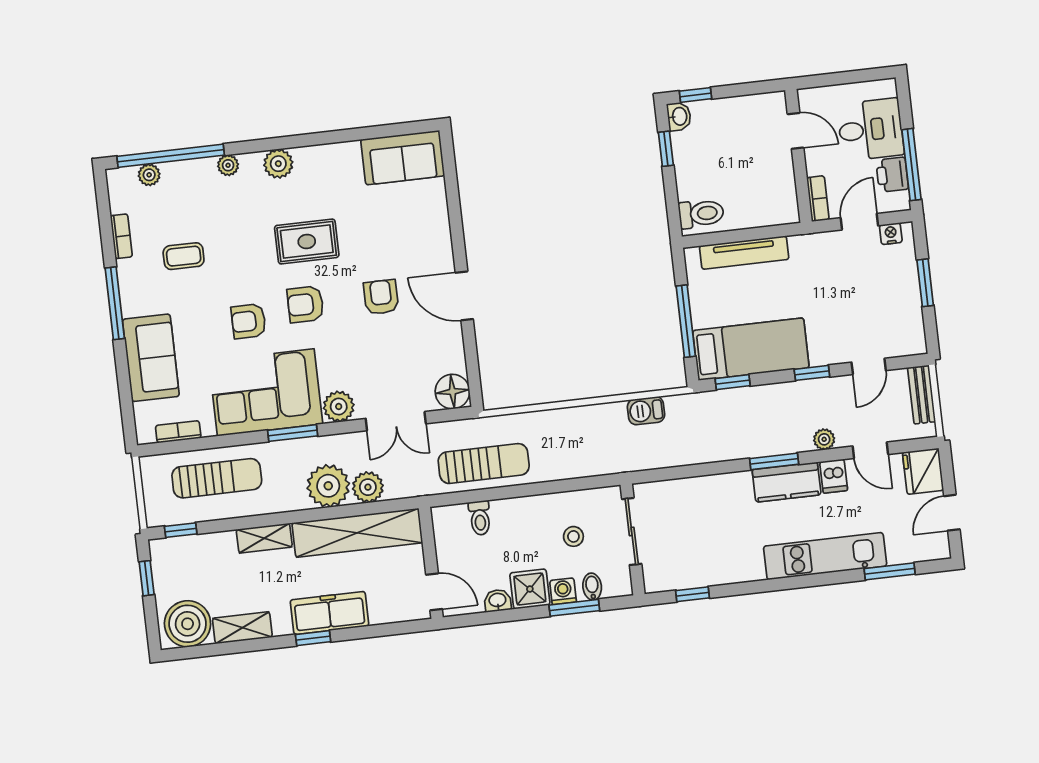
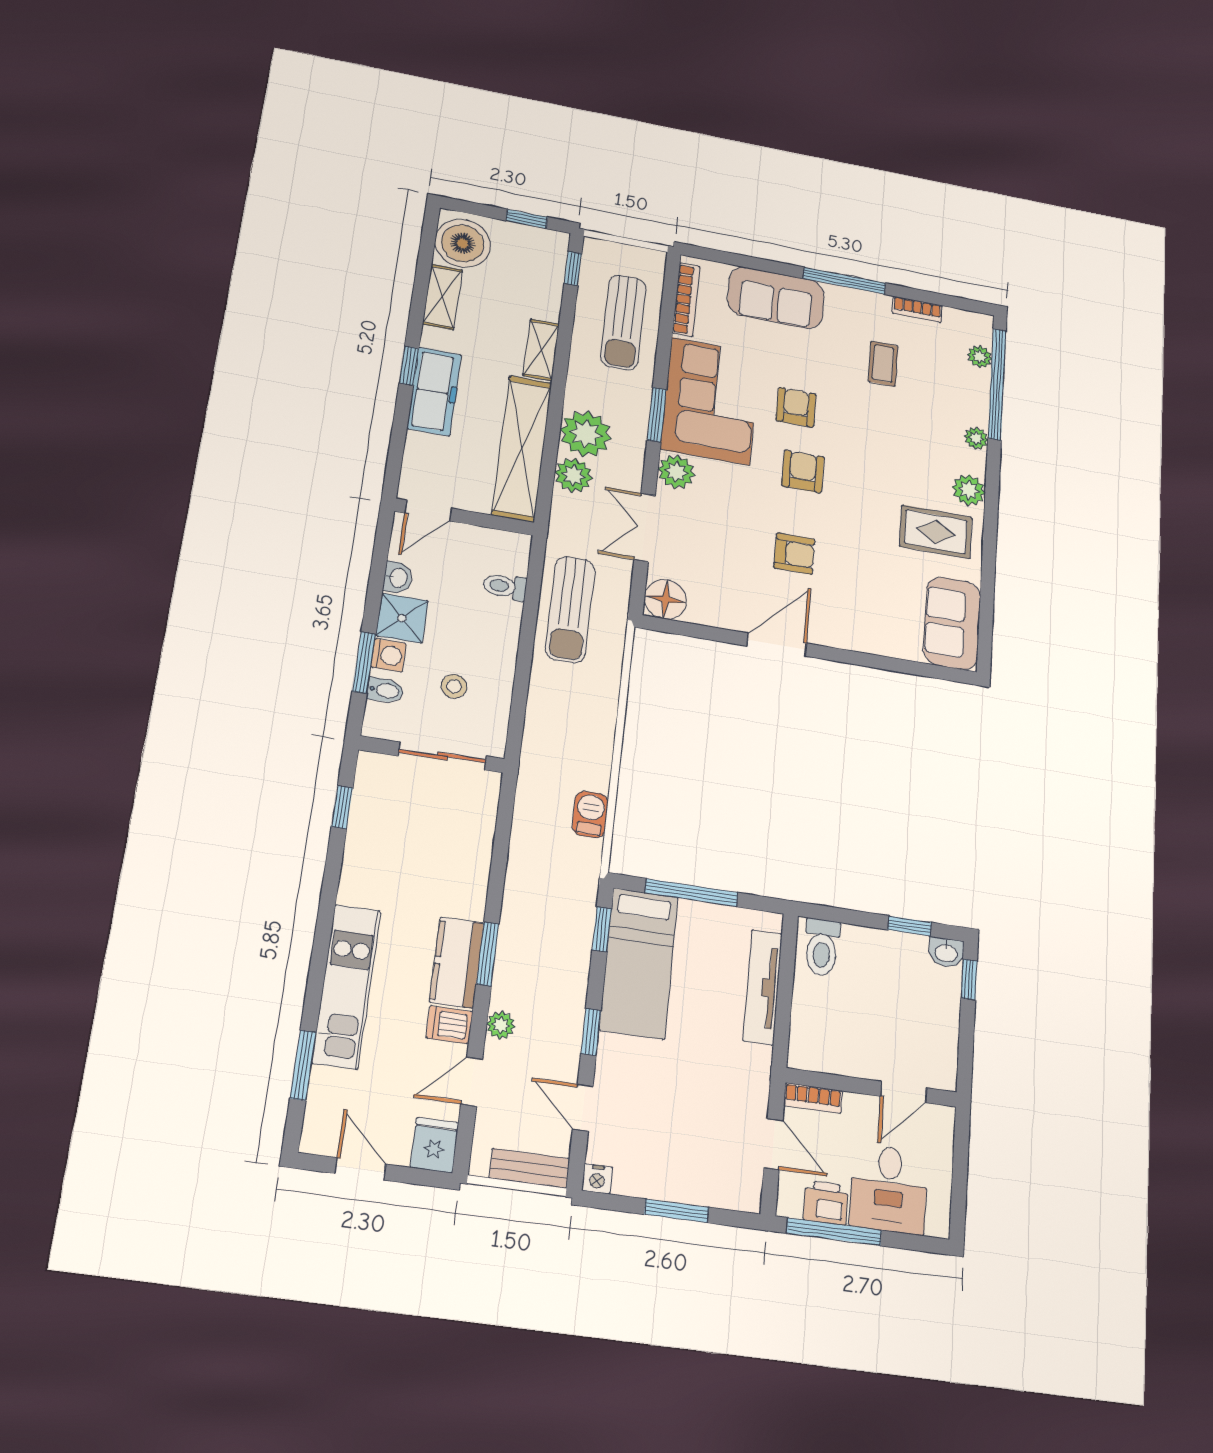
nightstand: (891, 234) -> (597, 1179), moved, turned 90
rug: (307, 241) -> (936, 532), moved, turned 90
bookcase: (178, 432) -> (686, 300), width x1.56
fridge: (923, 471) -> (435, 1145), width x0.72

